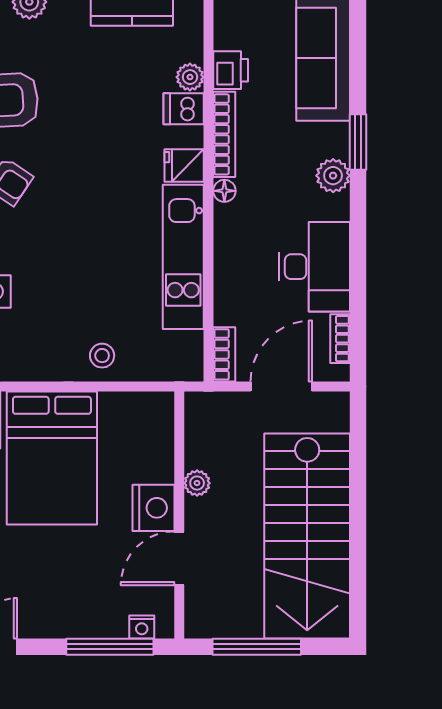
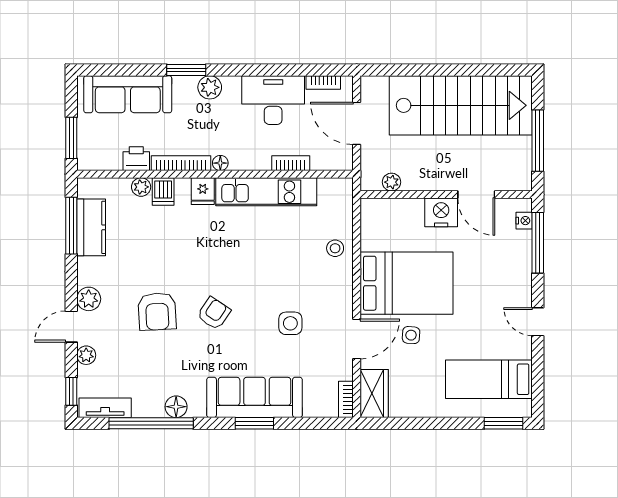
bookcase: (224, 354) -> (291, 163), moved
plant: (197, 483) -> (392, 182), moved

